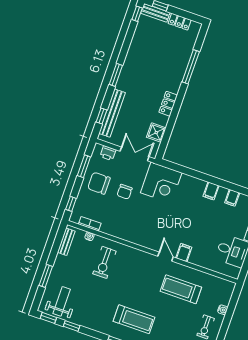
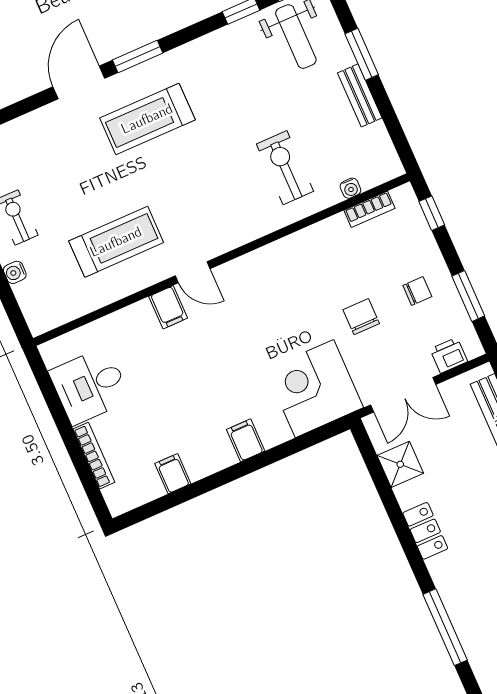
chair: (99, 183) -> (417, 291), width x0.54, depth x0.54
filing cabinet: (211, 191) -> (246, 440), moved
bench: (66, 242) -> (360, 95), moved

